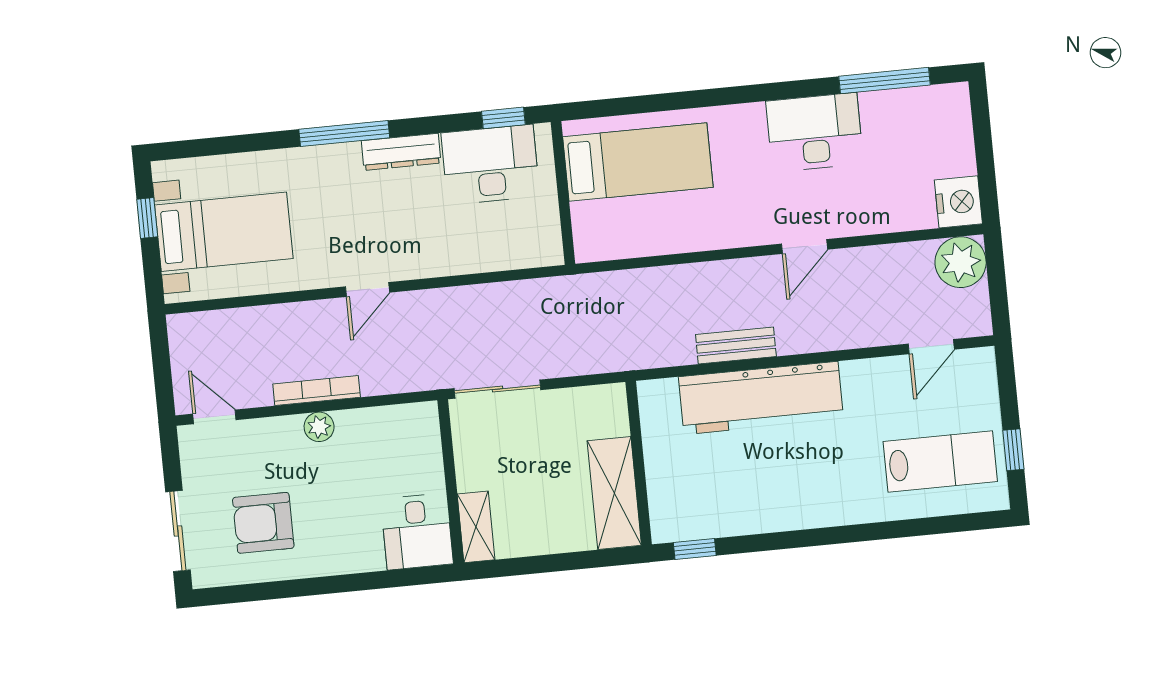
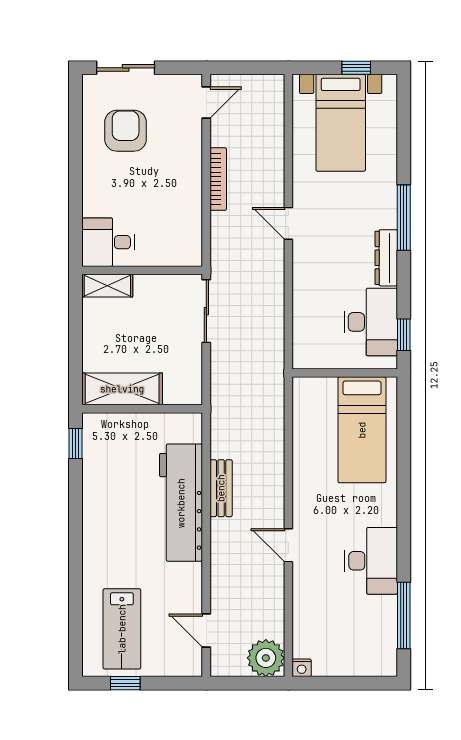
nightstand: (958, 202) -> (302, 668), width x0.53, depth x0.56
plant: (319, 427) -> (192, 178), removed

